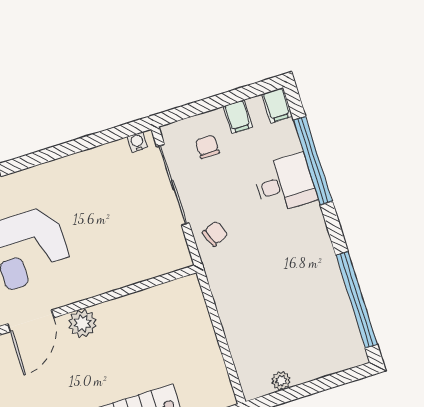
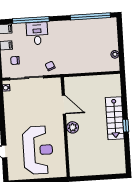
door: (31, 321) -> (64, 105), moved

